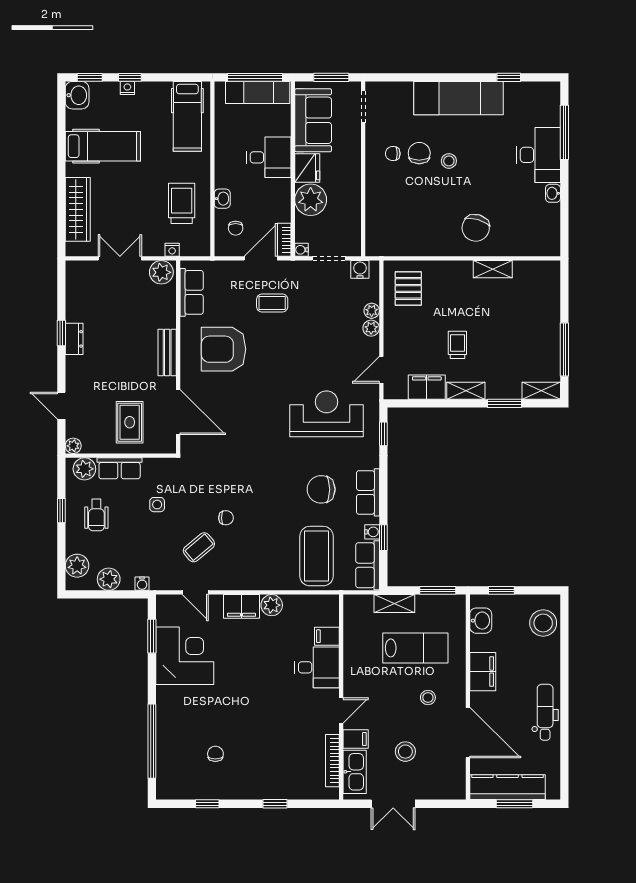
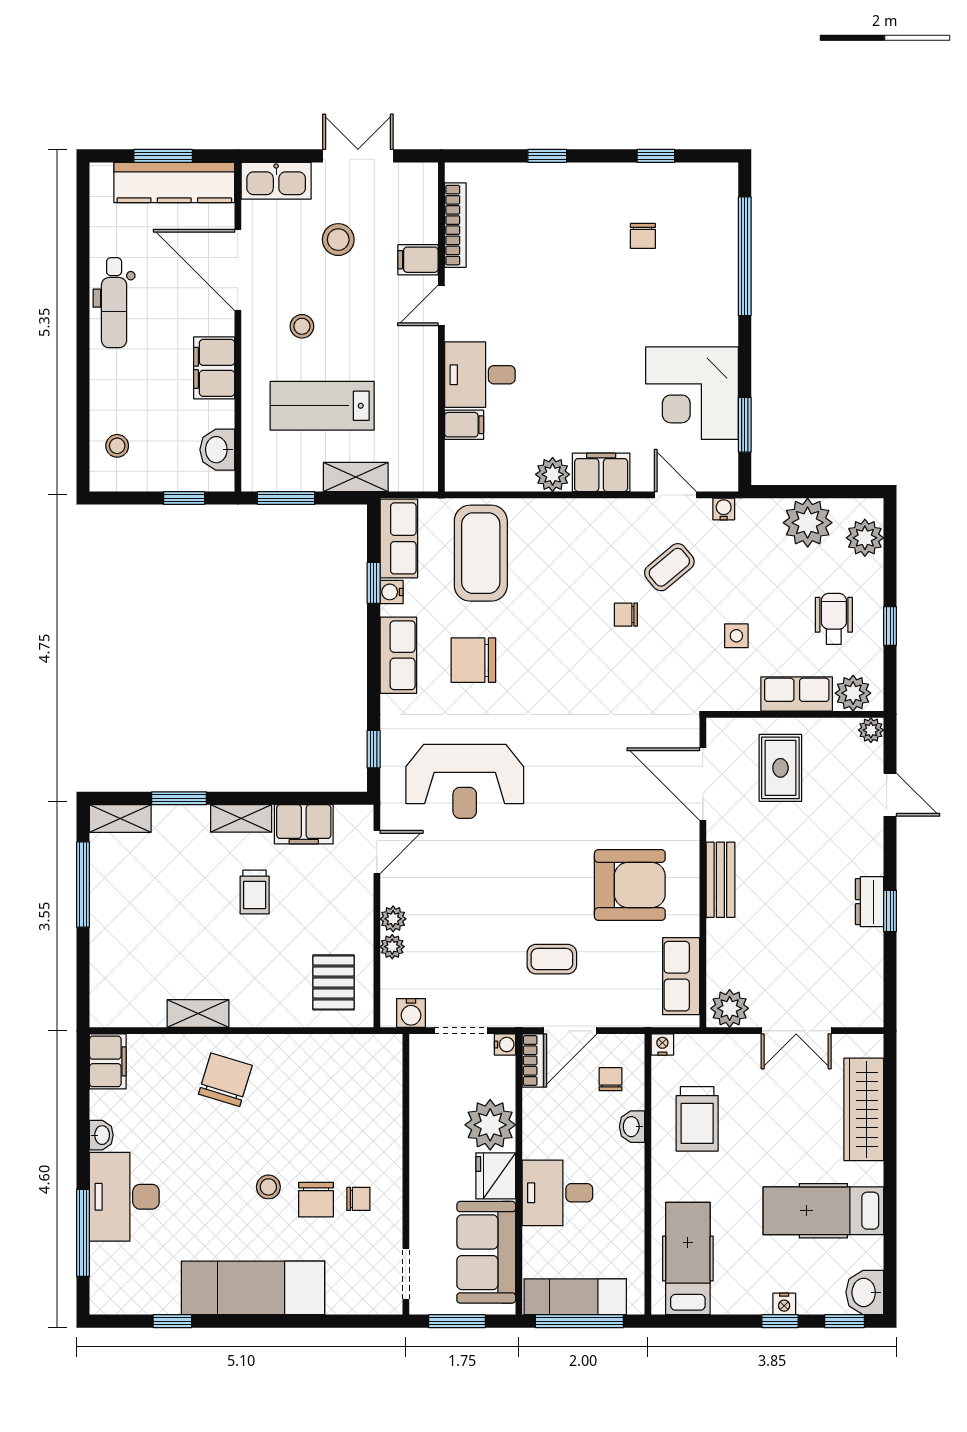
filing cabinet: (549, 239) -> (108, 1061), added
nightstand: (172, 250) -> (662, 1044), moved
chair: (321, 489) -> (473, 660), turned 180
plant: (109, 579) -> (808, 523), width x1.36, depth x1.36
water cooler: (142, 584) -> (724, 509), moved
stool: (543, 623) -> (117, 446), width x0.53, depth x0.53
kitchen sink: (355, 772) -> (276, 181), moved, turned -90

